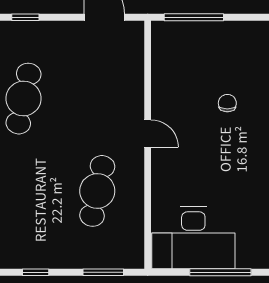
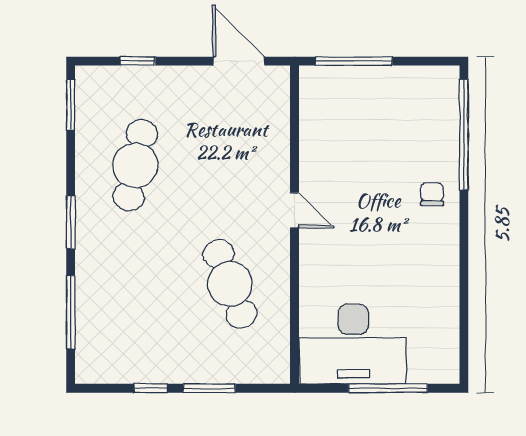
chair: (227, 103) -> (432, 194), moved
cafe table: (97, 191) -> (230, 284), turned -33
window: (103, 272) -> (209, 388), moved

